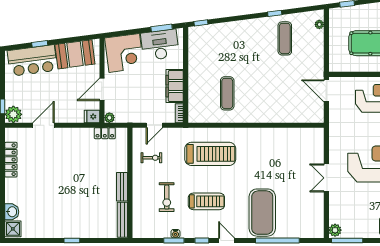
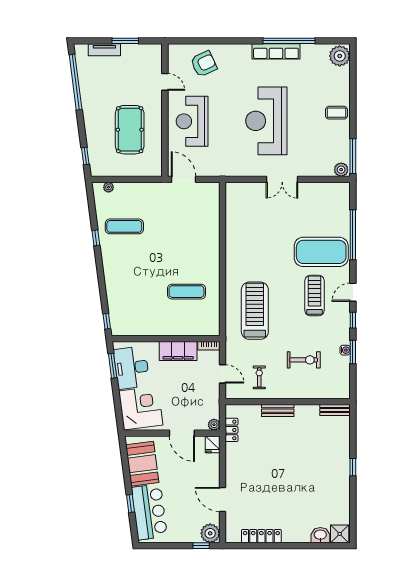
door: (326, 91) -> (184, 179), swing flipped
bench: (122, 187) -> (278, 411), moved
treadmill: (206, 201) -> (315, 296), moved
bench: (122, 220) -> (335, 410), width x0.73

